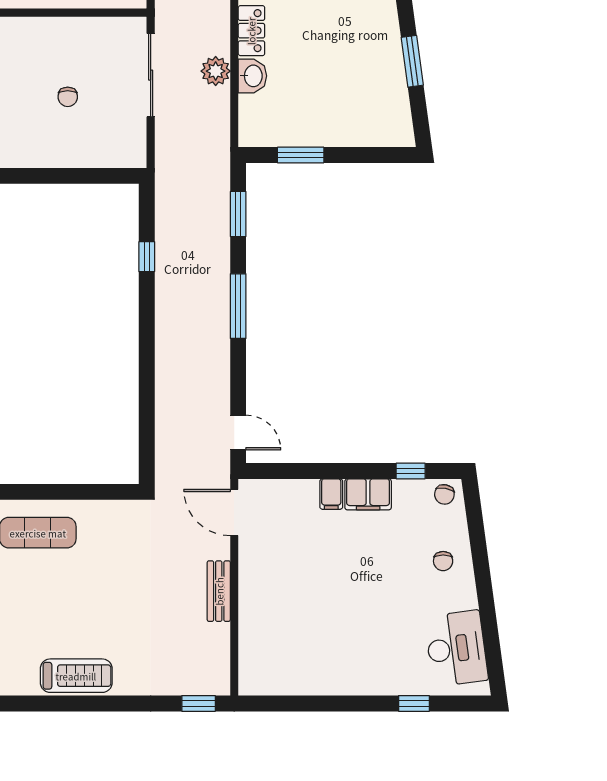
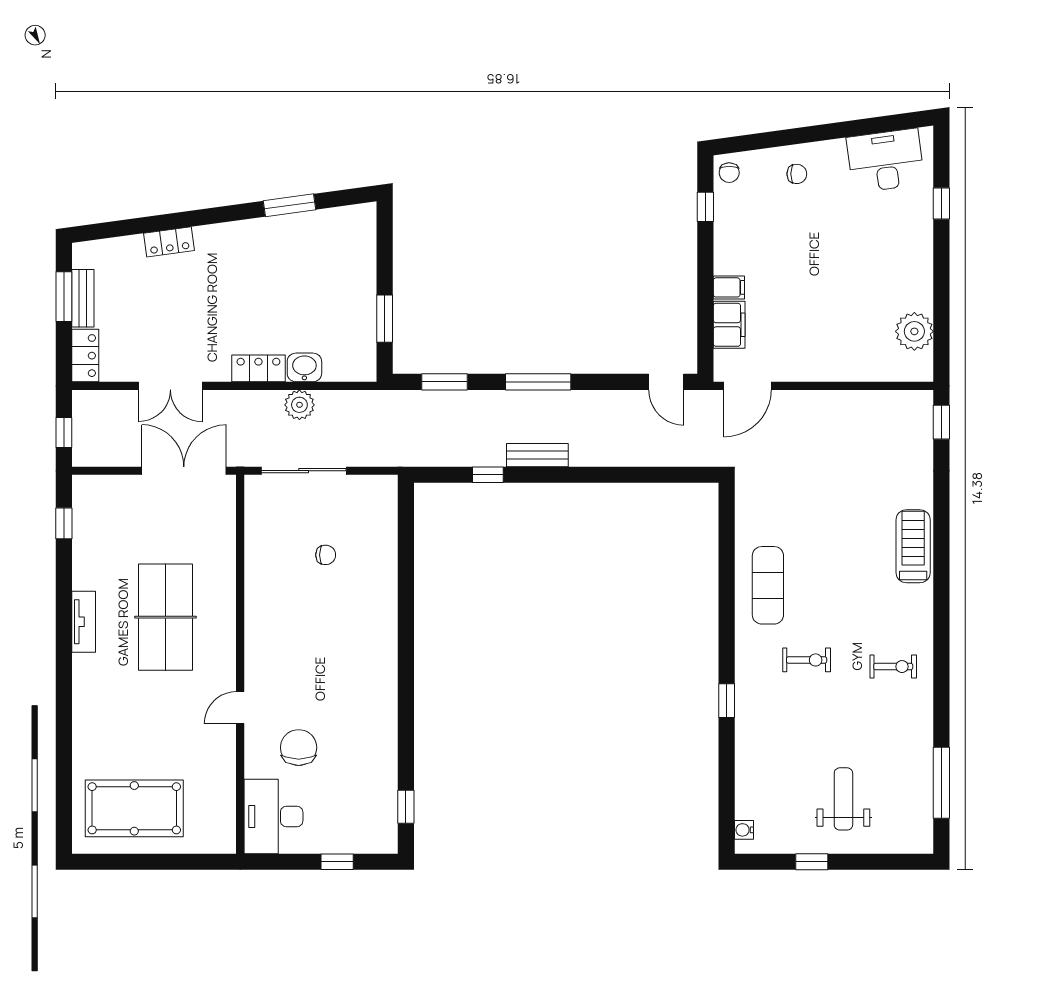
door: (238, 433) -> (666, 382), swing flipped
filing cabinet: (368, 494) -> (729, 325), moved
chair: (444, 494) -> (729, 173), turned 79
bench: (219, 591) -> (537, 455), moved
plant: (288, 677) -> (914, 331), added

